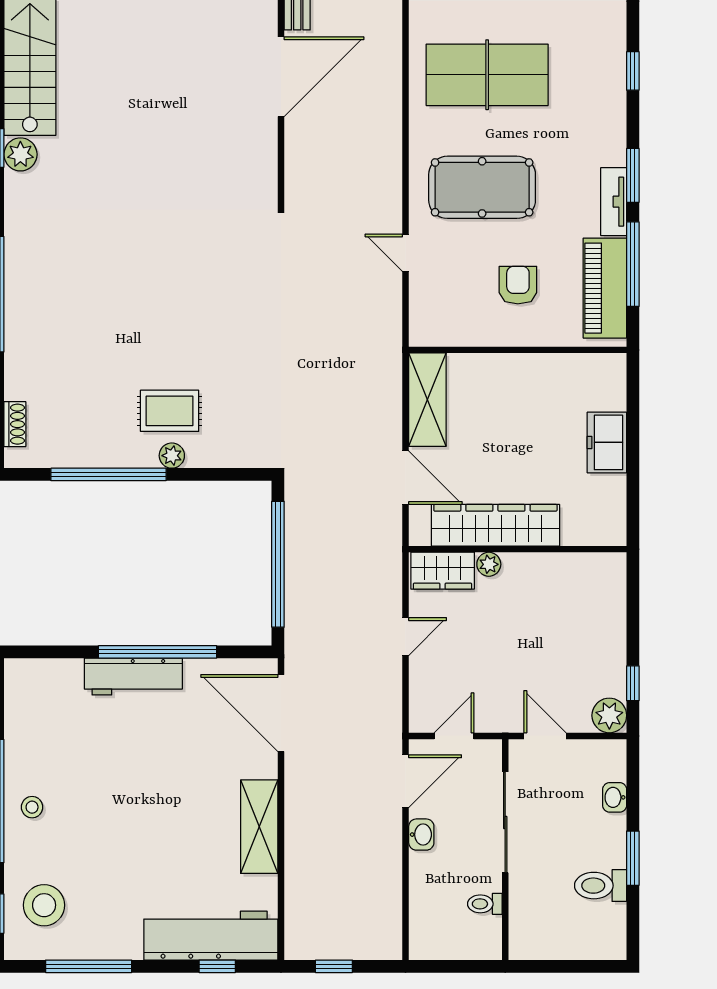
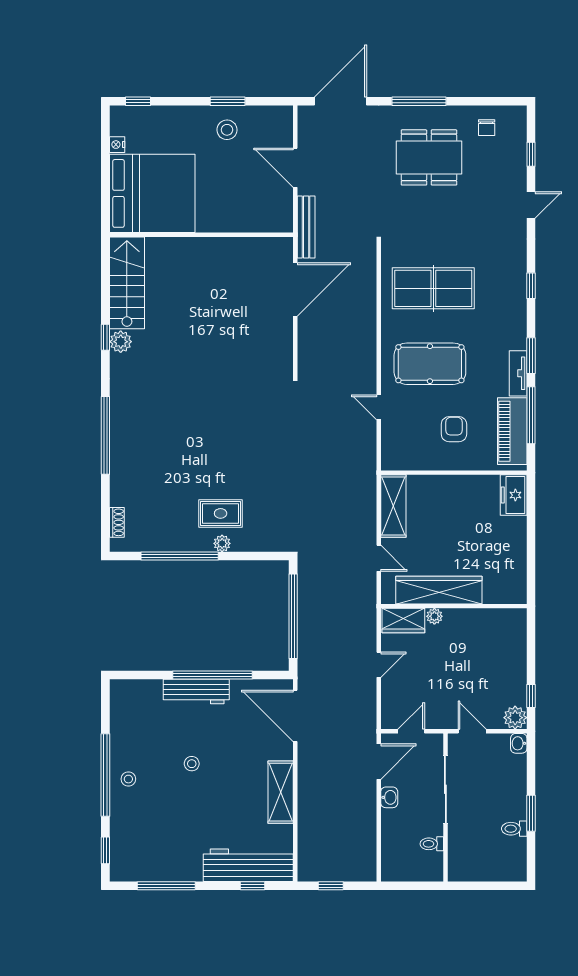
freezer: (607, 442) -> (514, 495), moved
door: (406, 478) -> (379, 558), width x0.73
washbasin: (615, 797) -> (519, 743), moved
toilet: (601, 886) -> (514, 829), width x0.73, depth x0.72
stool: (44, 905) -> (192, 764), moved, width x0.53, depth x0.53

